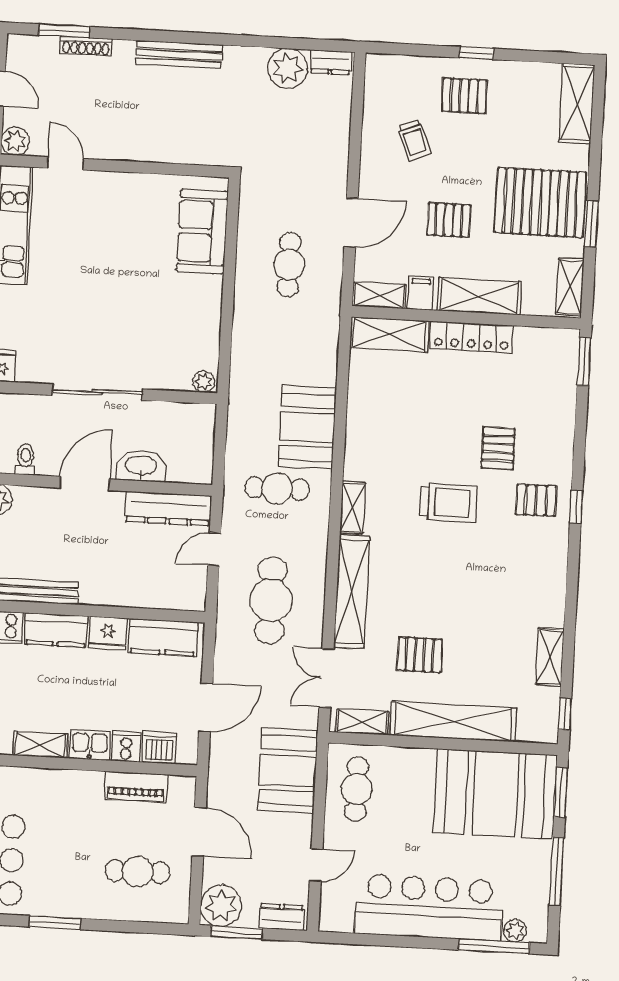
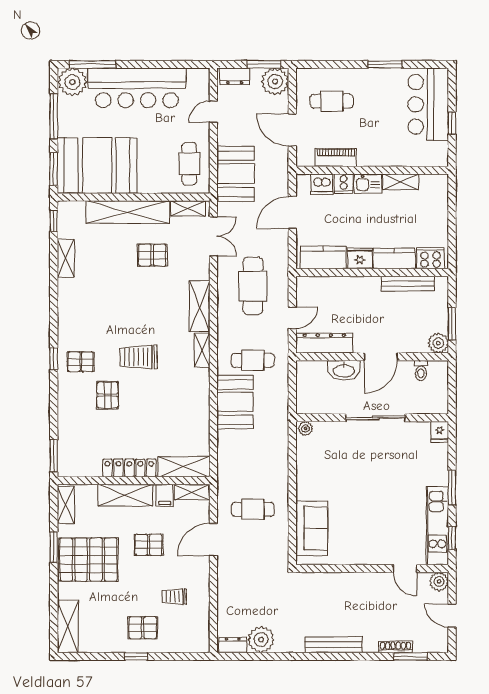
trolley: (414, 140) -> (174, 597), turned -68
cafe table: (289, 265) -> (253, 509), turned 90
shelving: (352, 592) -> (200, 306), width x0.68
plant: (515, 931) -> (72, 82), width x1.87, depth x1.87

